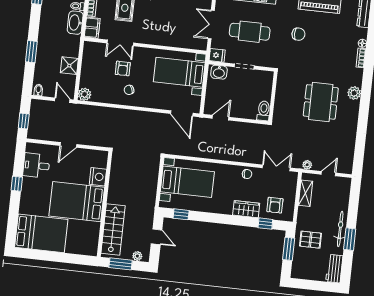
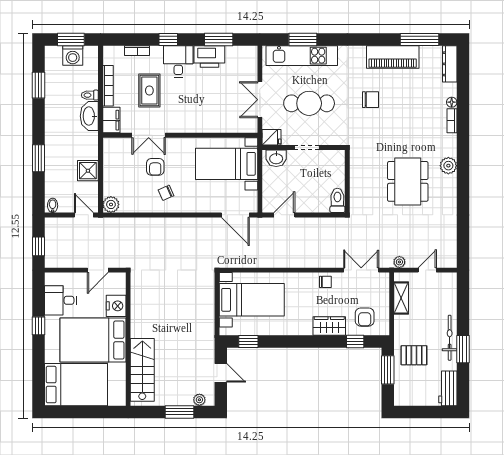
nightstand: (98, 177) -> (116, 306), moved
bed: (77, 202) -> (93, 340), moved
wall: (104, 204) -> (128, 339), moved
stairs: (113, 229) -> (142, 370), moved

